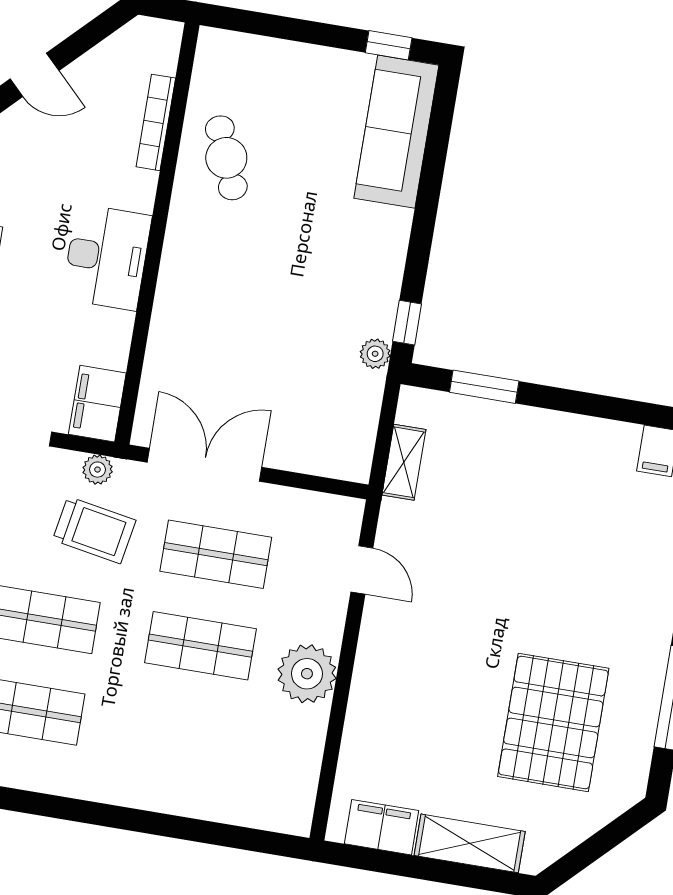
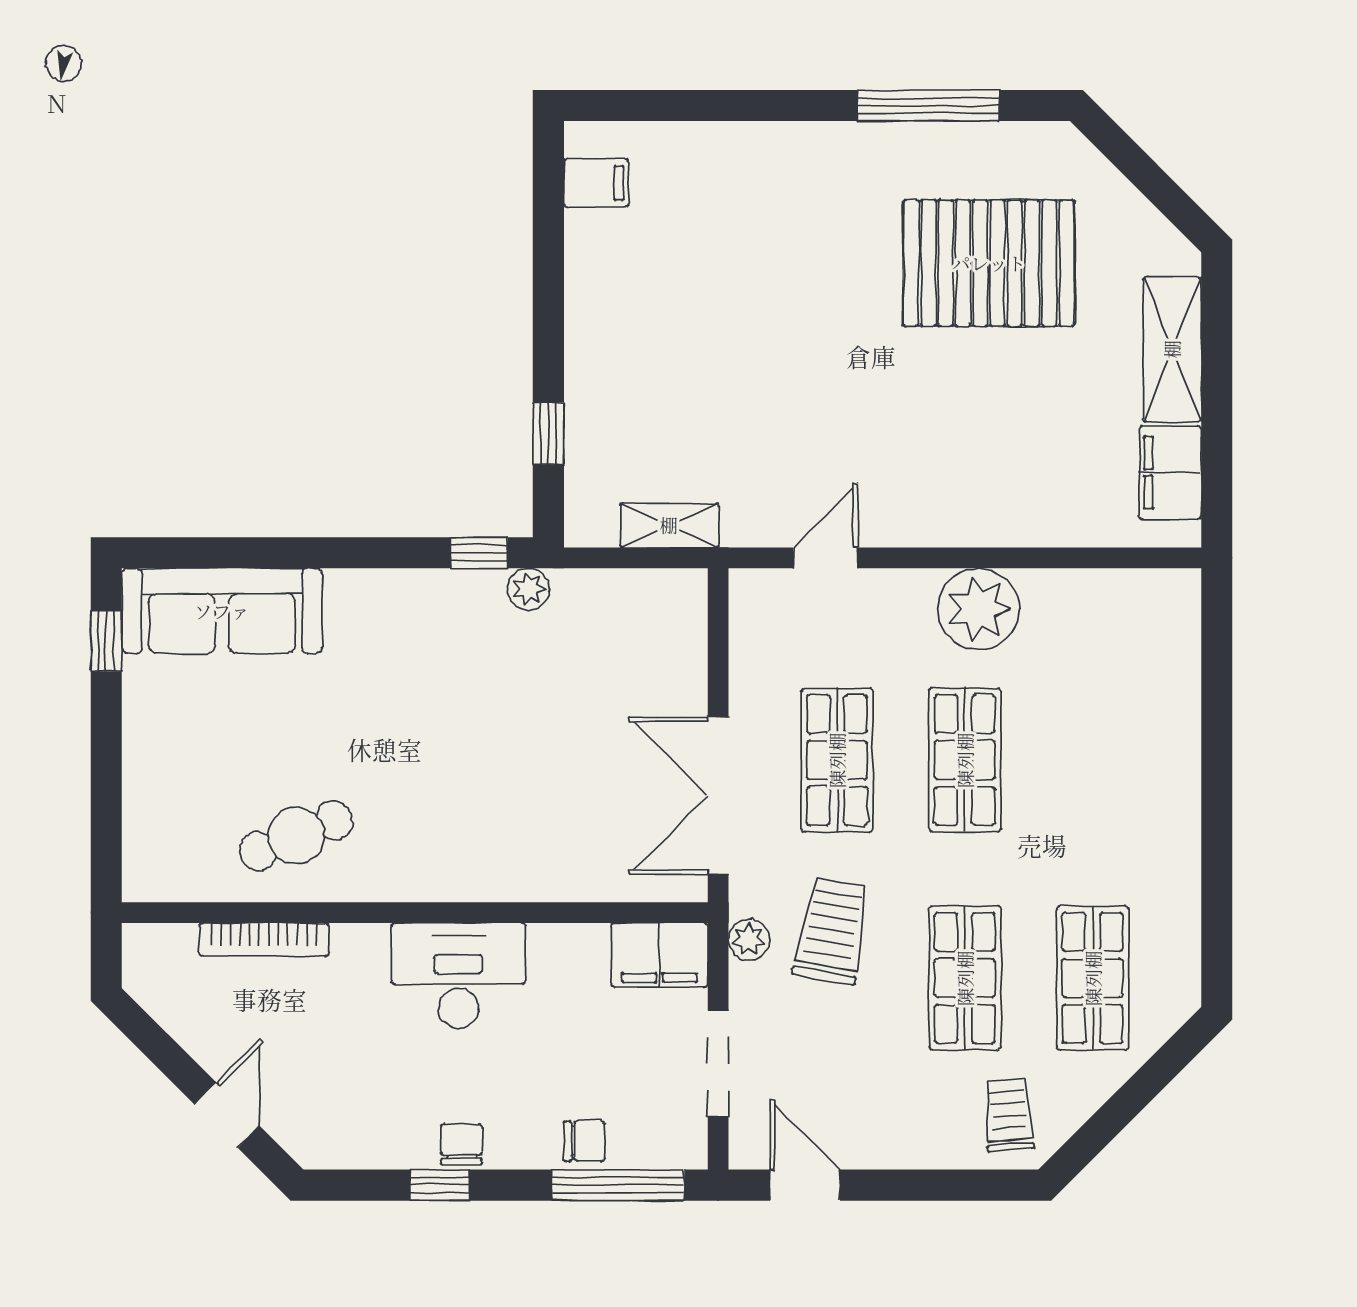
window: (484, 387) -> (548, 433), width x0.67

